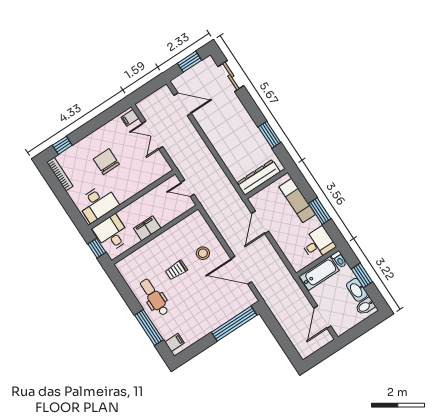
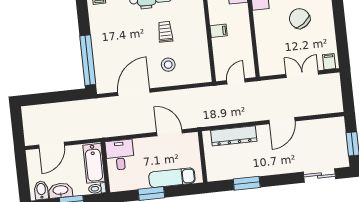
door: (183, 104) -> (282, 121), moved
chair: (106, 162) -> (300, 19), turned -126
dresser: (258, 177) -> (234, 136), moved, turned 90
filing cabinet: (147, 228) -> (219, 31), width x0.50
desk: (318, 244) -> (120, 155), moved, turned 180
door: (322, 317) -> (52, 145), swing flipped

